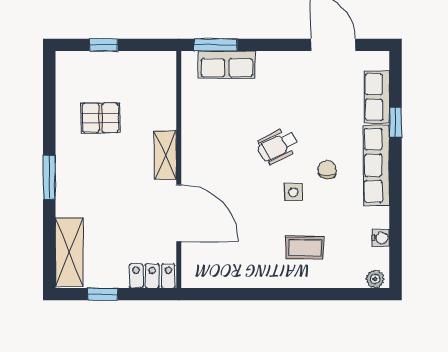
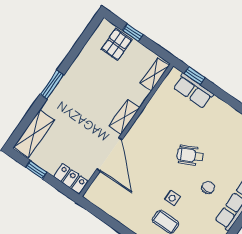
window: (216, 45) -> (195, 76), width x0.67
shelving: (166, 77) -> (155, 74), added
pallet: (100, 118) -> (116, 44), moved, turned 90
side table: (293, 192) -> (172, 198), moved

